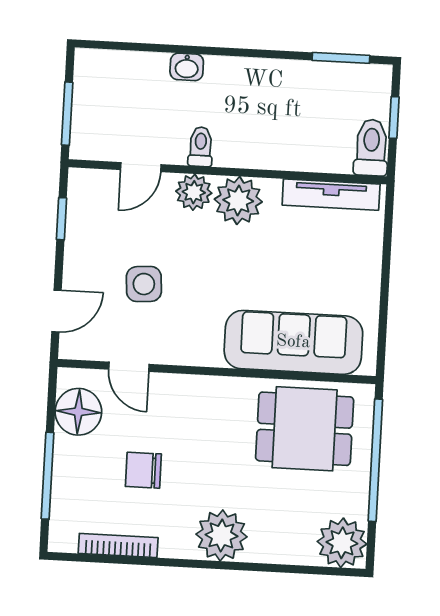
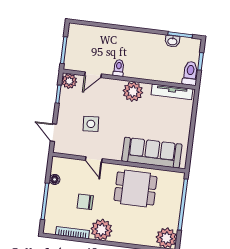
washbasin: (187, 67) -> (172, 41), moved
plant: (194, 192) -> (69, 81), moved
door: (56, 311) -> (53, 133), swing flipped
door: (129, 367) -> (94, 159), moved
floor lamp: (78, 412) -> (55, 179), width x0.53, depth x0.53
dining table: (305, 429) -> (135, 189), moved
plant: (221, 535) -> (102, 230), moved

